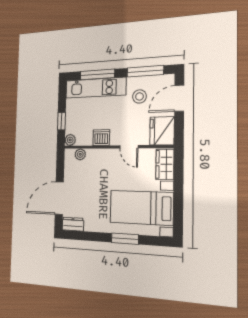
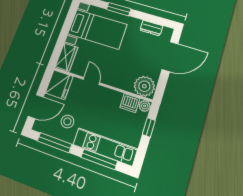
dishwasher: (101, 138) -> (130, 103), moved
plant: (80, 154) -> (144, 86), width x1.88, depth x1.88
dresser: (73, 224) -> (151, 28), moved

